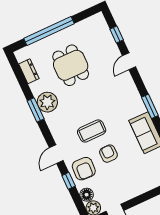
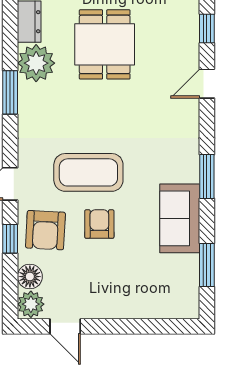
plant: (47, 102) -> (36, 63), moved
coffee table: (92, 131) -> (88, 172), width x1.36, depth x1.32

